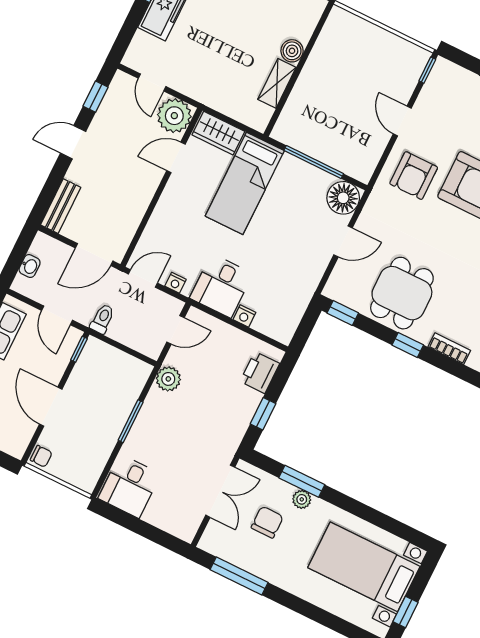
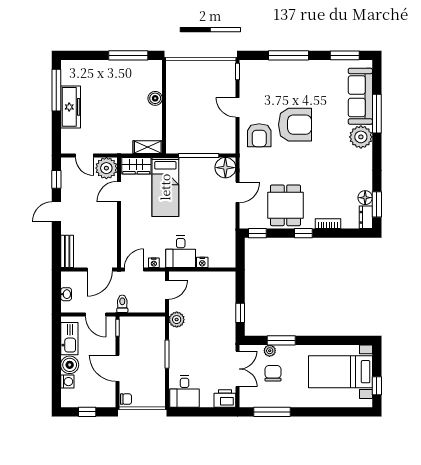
shelving: (277, 83) -> (148, 147), moved, turned 90
printer: (260, 372) -> (225, 398), moved, turned 90
plant: (302, 499) -> (270, 351), moved

